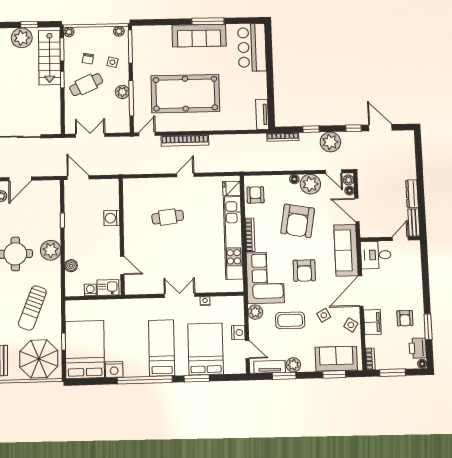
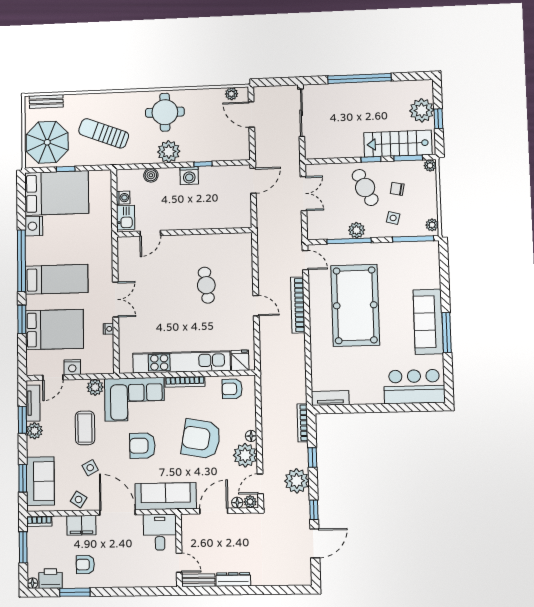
armchair: (255, 195) -> (232, 389), turned 180
washing machine: (112, 218) -> (189, 176), moved, turned 180

